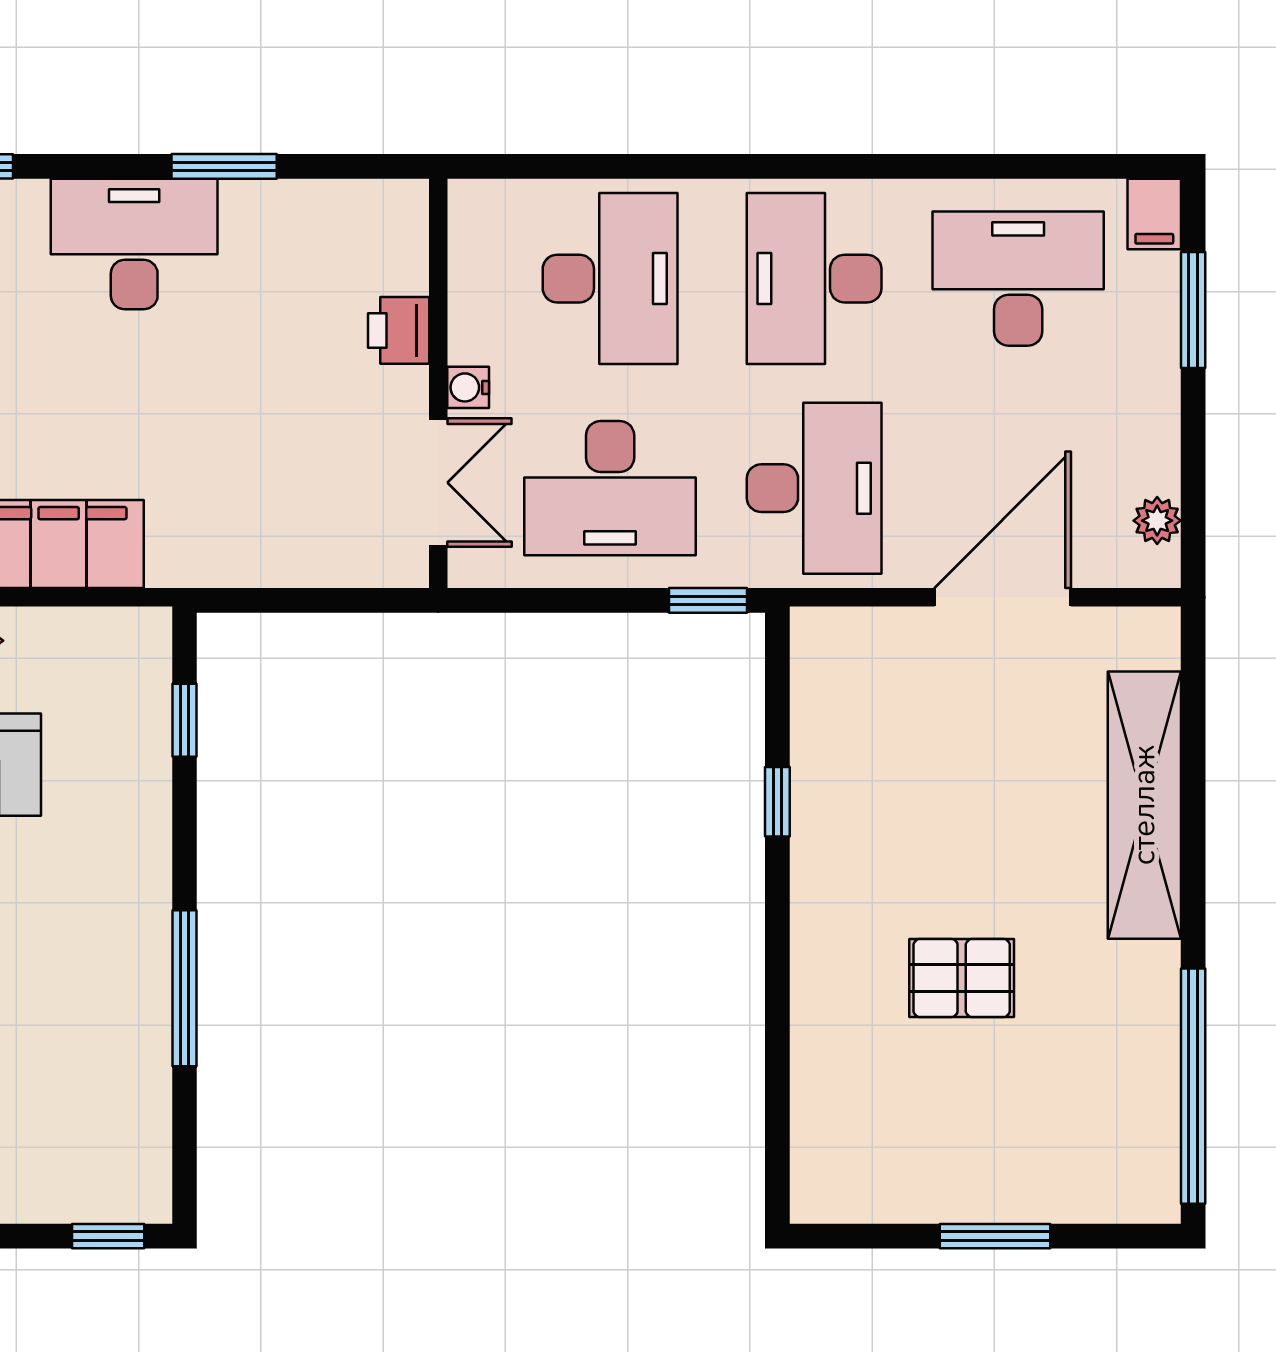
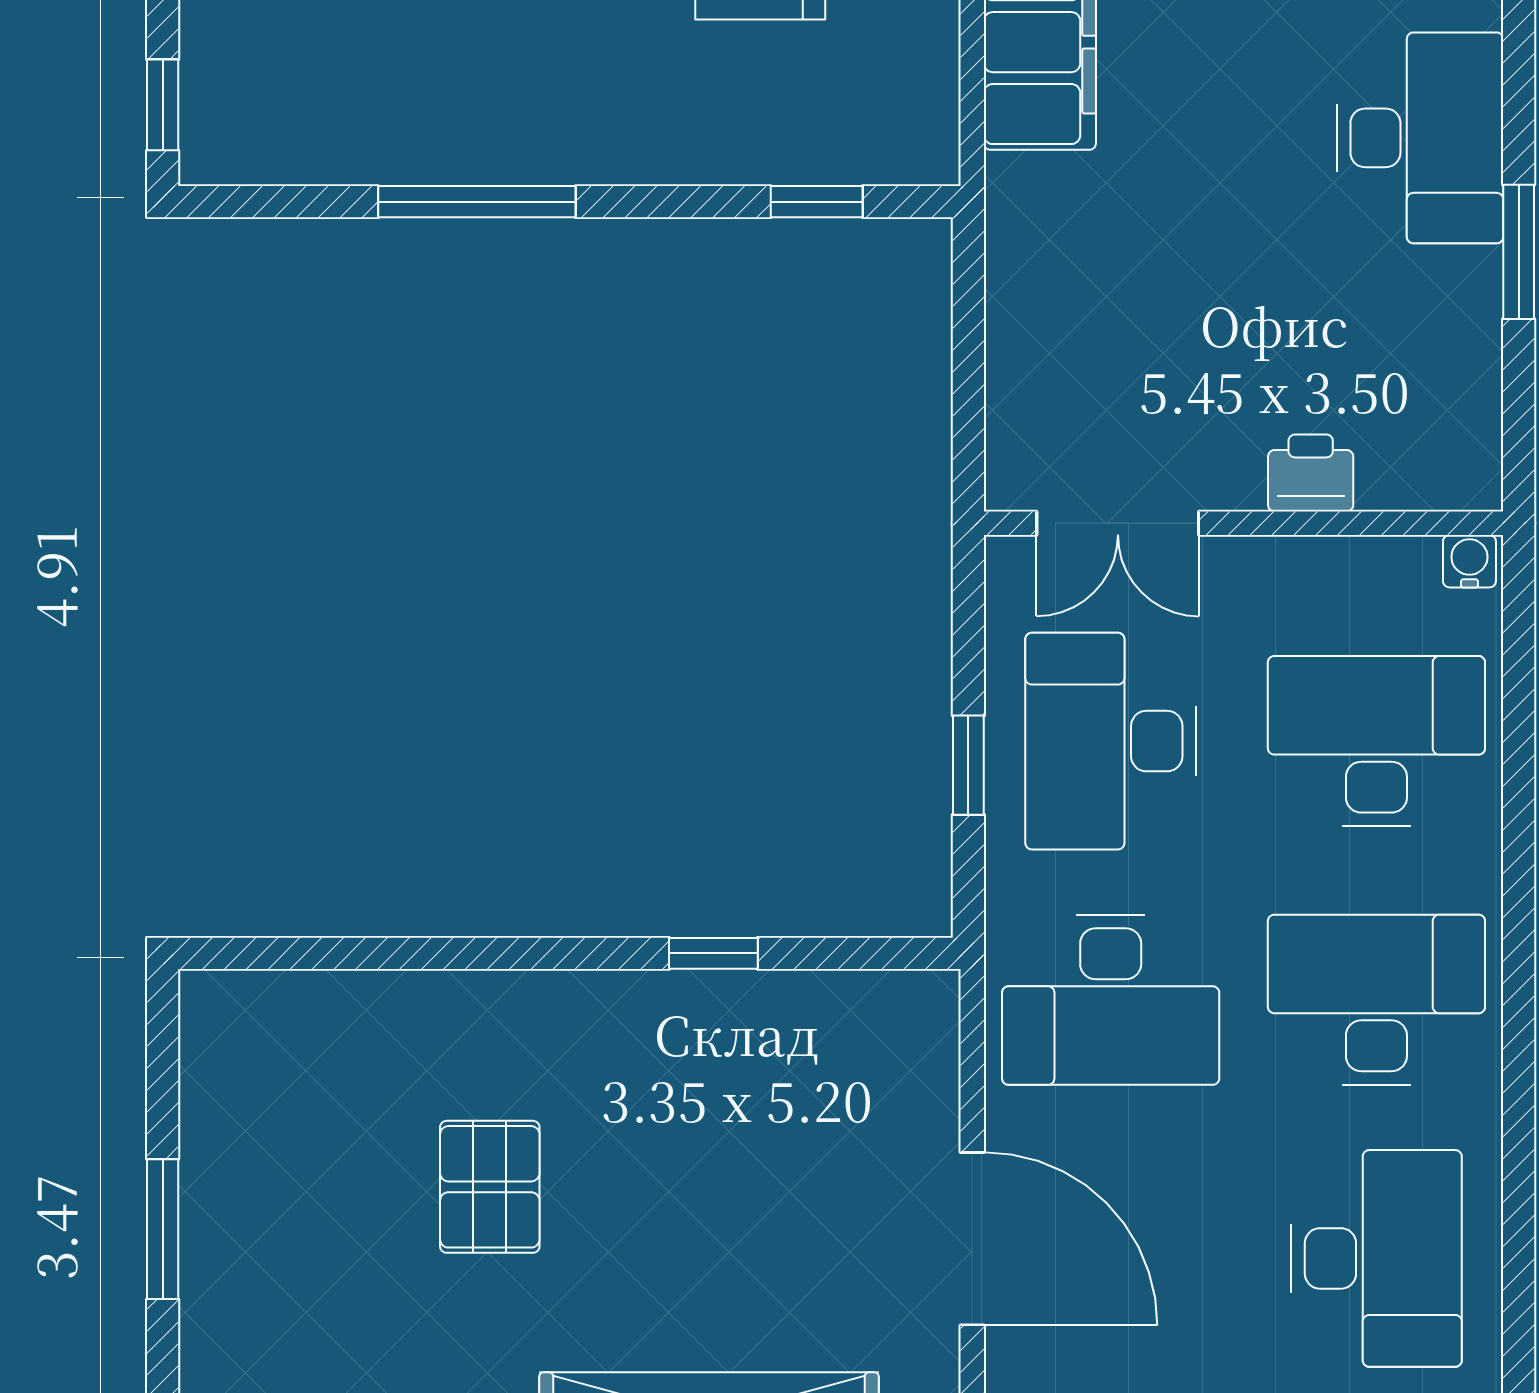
desk: (610, 279) -> (1376, 741), turned 180
water cooler: (468, 387) -> (1469, 561), moved
window: (708, 600) -> (968, 765), moved

